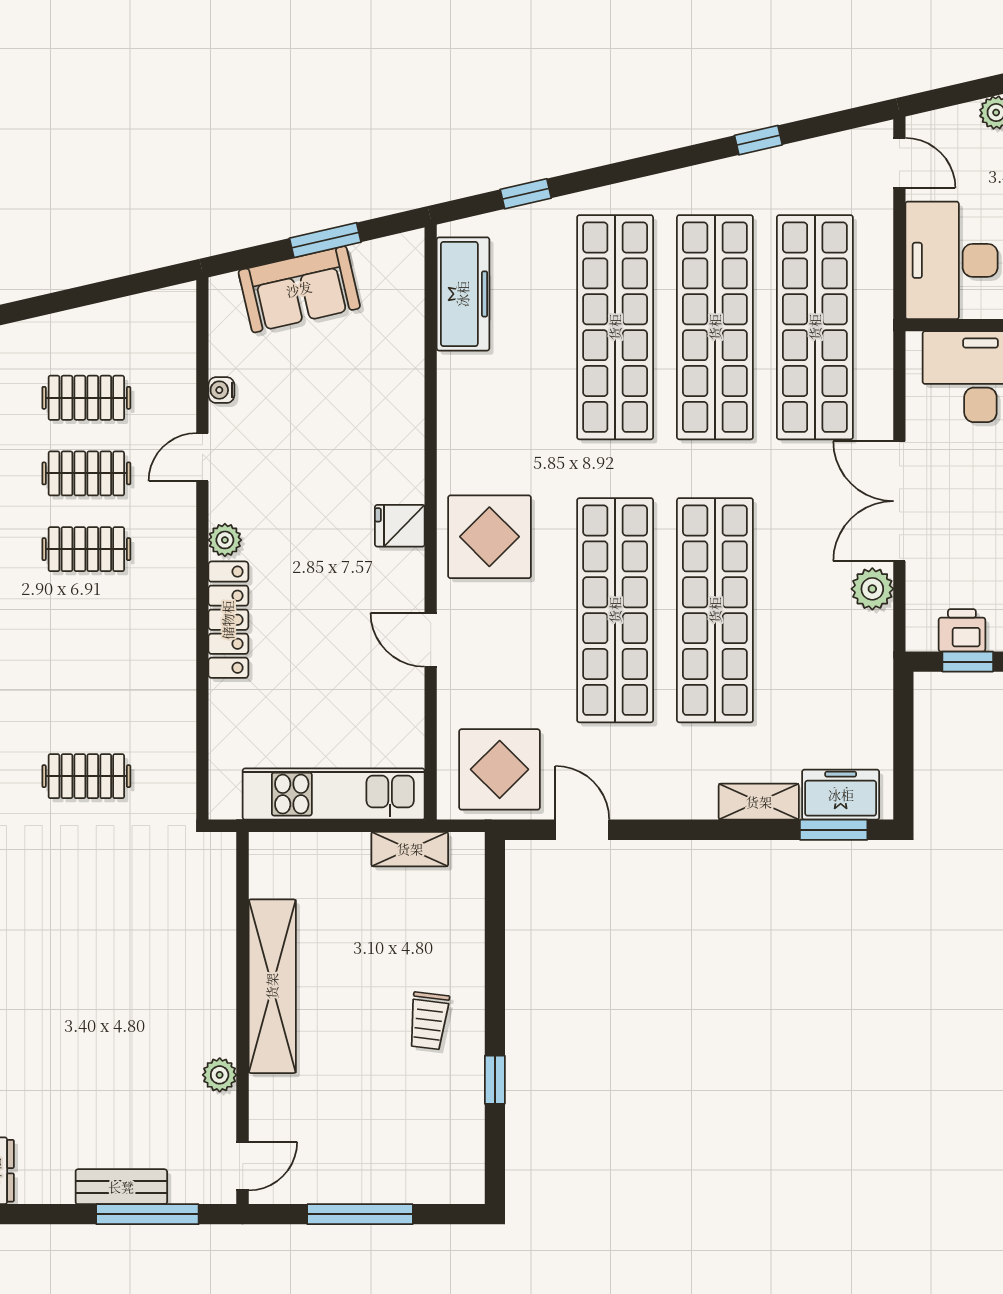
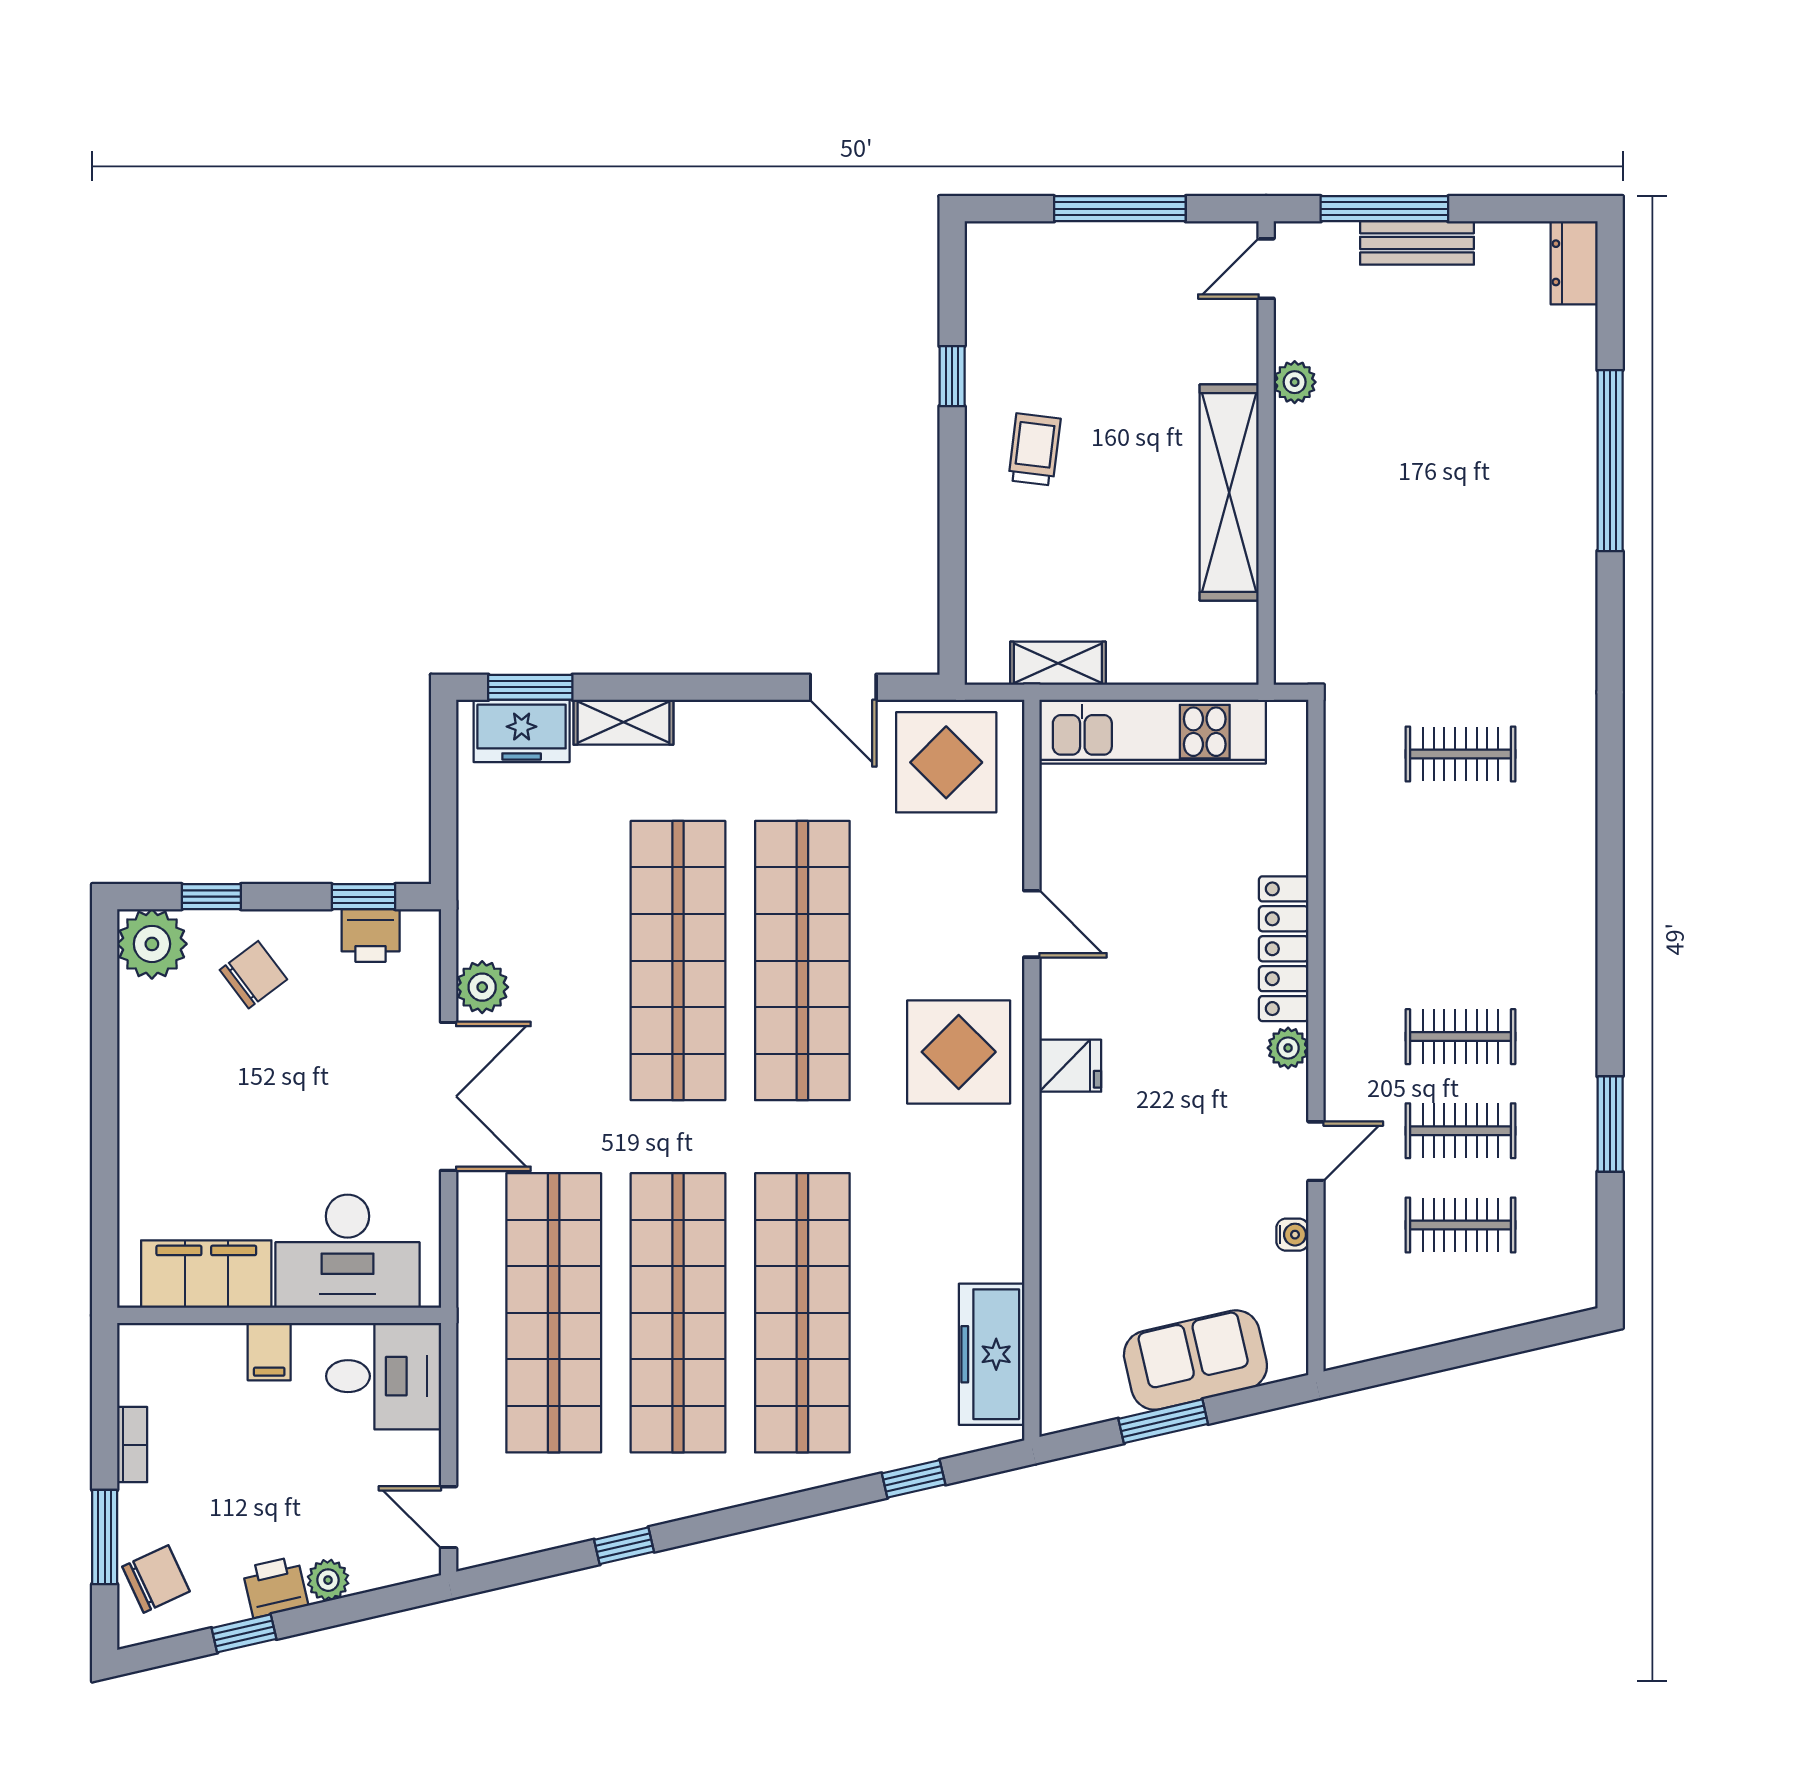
desk: (951, 260) -> (384, 1376), width x0.73

